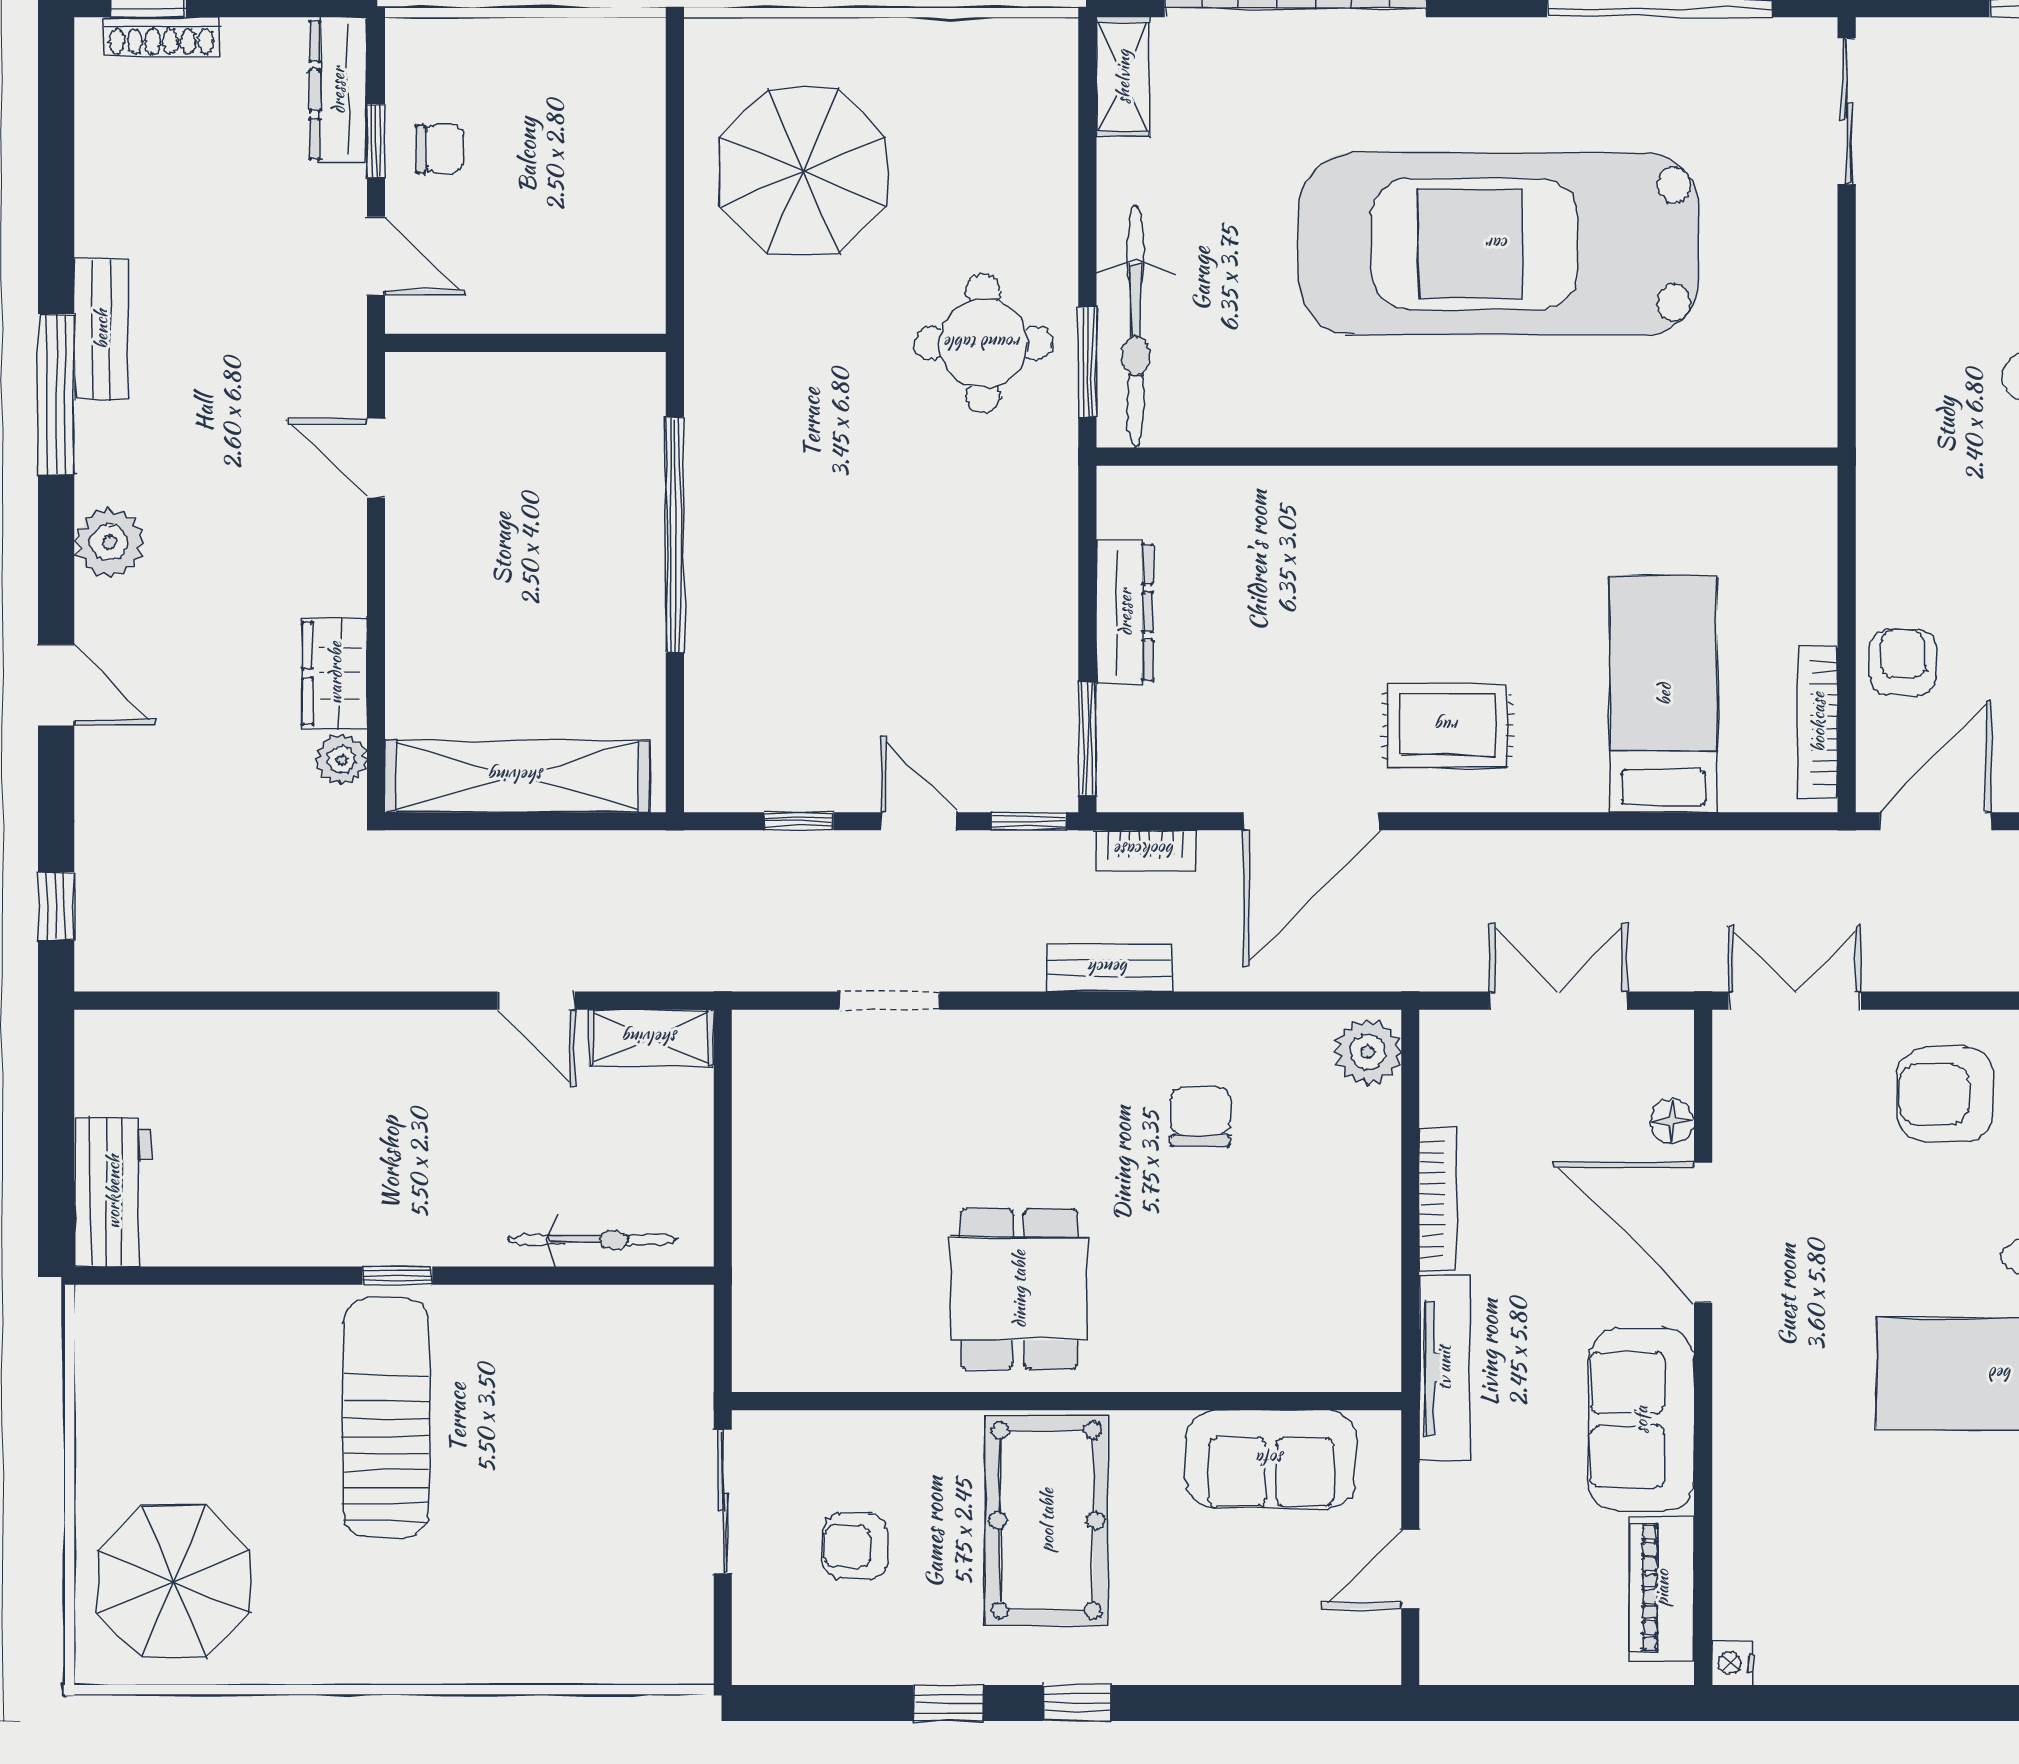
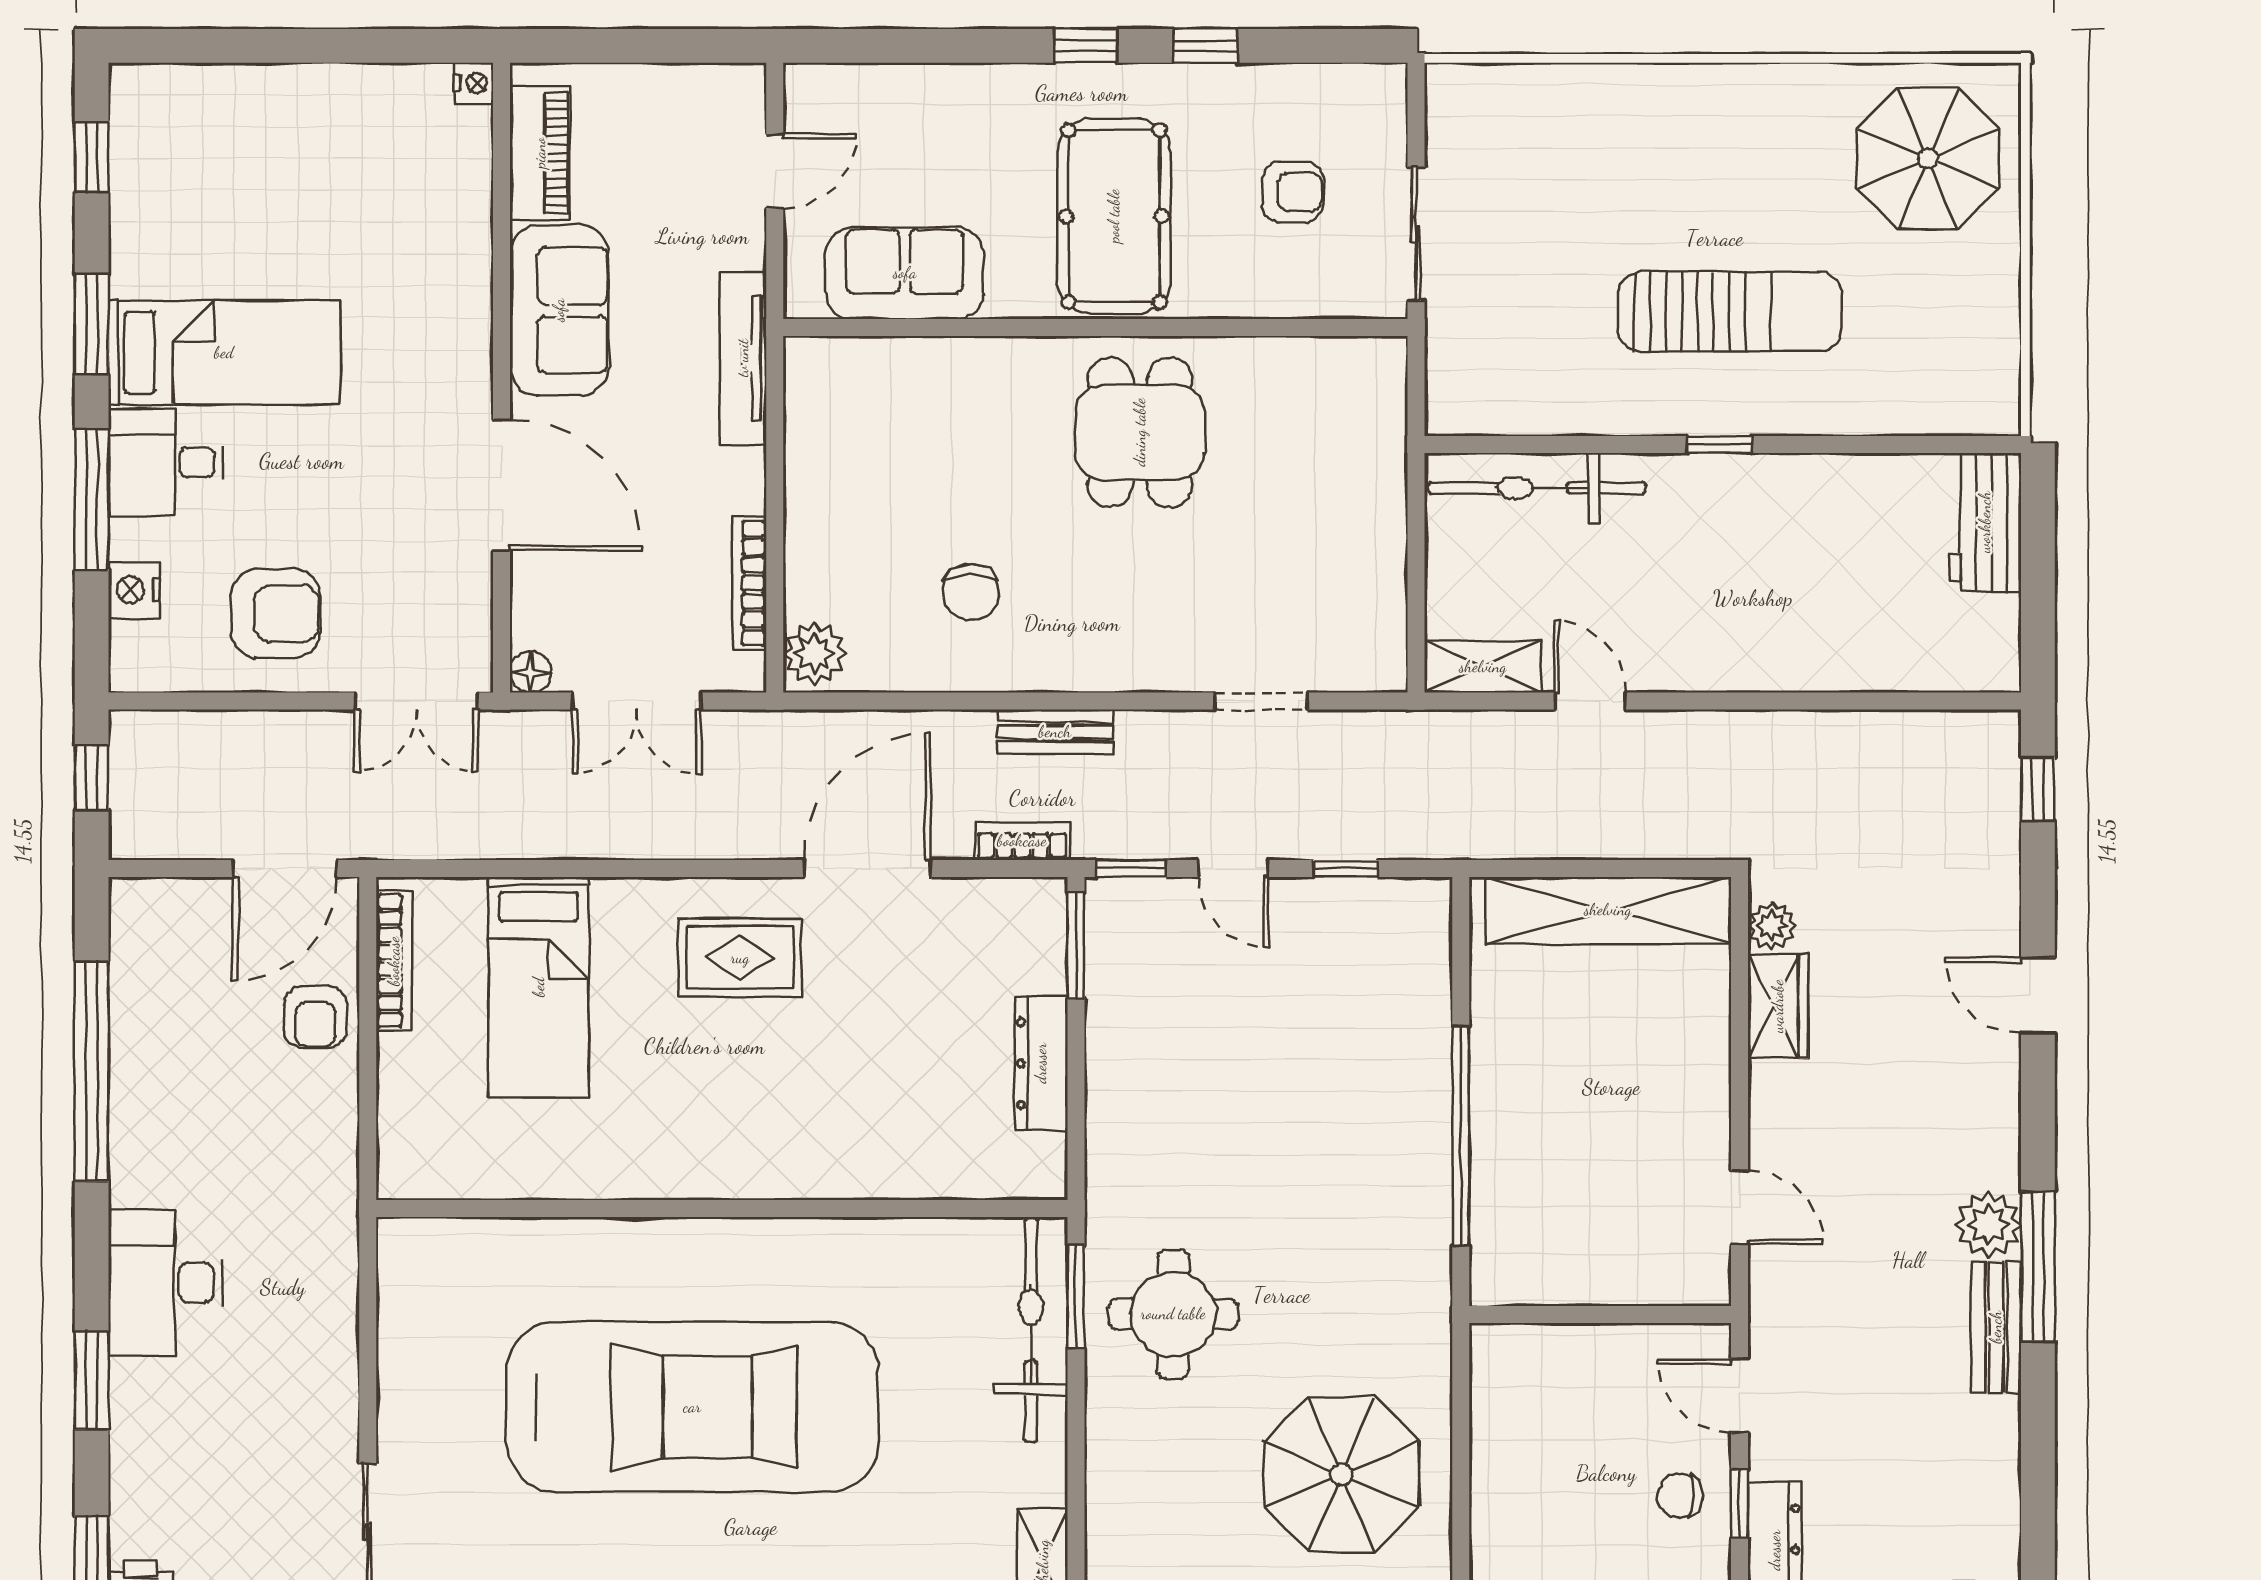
plant: (109, 543) -> (1988, 1225), moved
floor lamp: (1672, 1121) -> (531, 672), moved
bookcase: (1437, 1199) -> (749, 583), moved
bicycle: (593, 1240) -> (1537, 488), width x1.37, depth x1.40
sun lounger: (386, 1418) -> (1730, 312), turned -90

